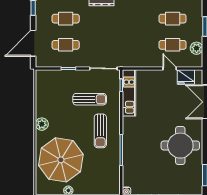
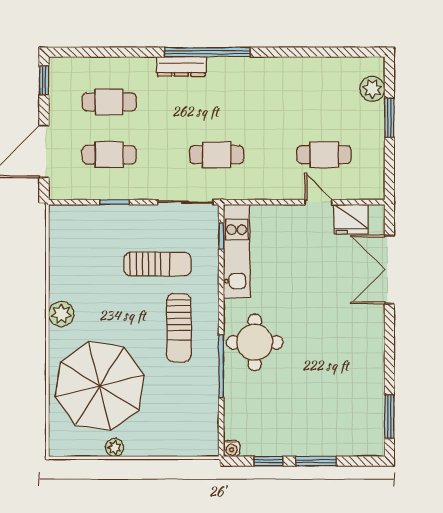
cafe table: (173, 19) -> (217, 155), moved
plant: (197, 48) -> (372, 89), moved
round table: (180, 146) -> (255, 342), moved, width x0.73, depth x0.73

